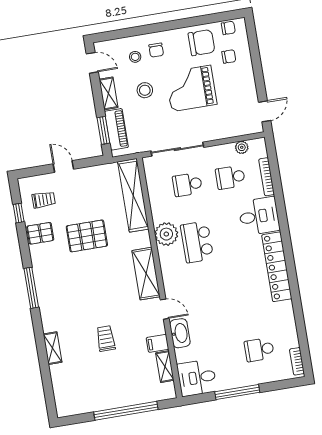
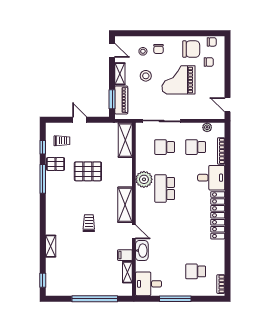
door: (265, 111) -> (227, 105), swing flipped
shelving: (133, 195) -> (125, 140), width x0.68
window: (31, 288) -> (43, 179), moved
trolley: (106, 338) -> (89, 223), moved
window: (50, 397) -> (43, 280), added

